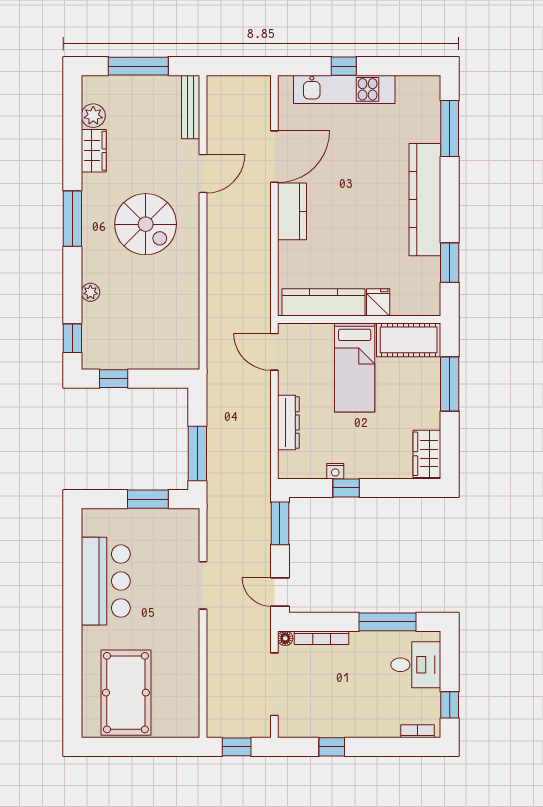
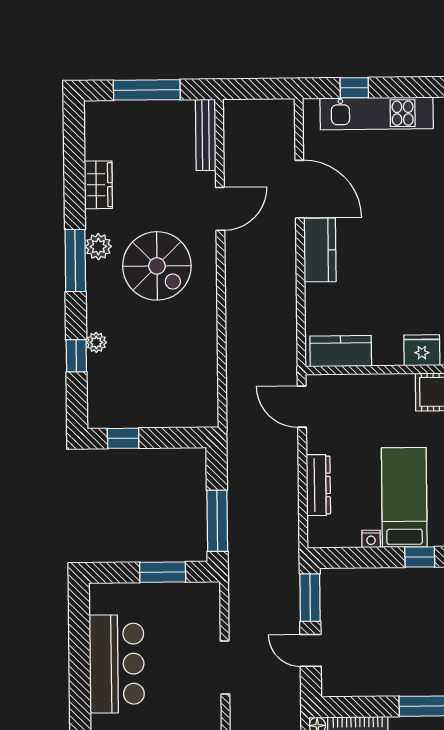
window: (344, 66) -> (354, 88), moved
plant: (93, 116) -> (98, 247), moved
door: (274, 157) -> (300, 189), hinge flipped
kitchen counter: (324, 302) -> (341, 351), width x0.67
fridge: (378, 302) -> (422, 350), width x1.38
window: (72, 338) -> (76, 356), moved
bed: (355, 367) -> (404, 497), moved, turned 180
window: (346, 488) -> (420, 557), moved
door: (280, 592) -> (311, 650), moved

